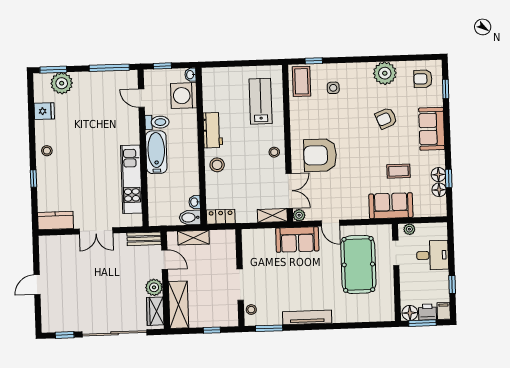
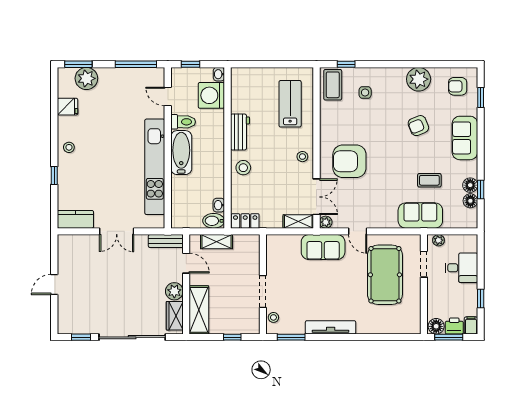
kitchen unit: (131, 179) -> (155, 167), width x1.36

